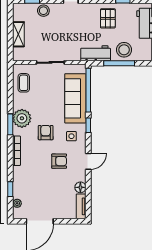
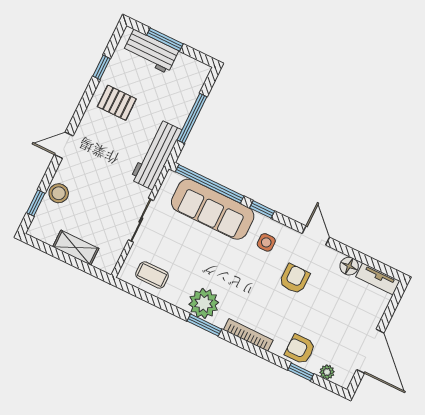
stool: (124, 50) -> (175, 101), removed
workbench: (96, 53) -> (156, 155), width x1.38
armchair: (46, 133) -> (300, 349), moved

